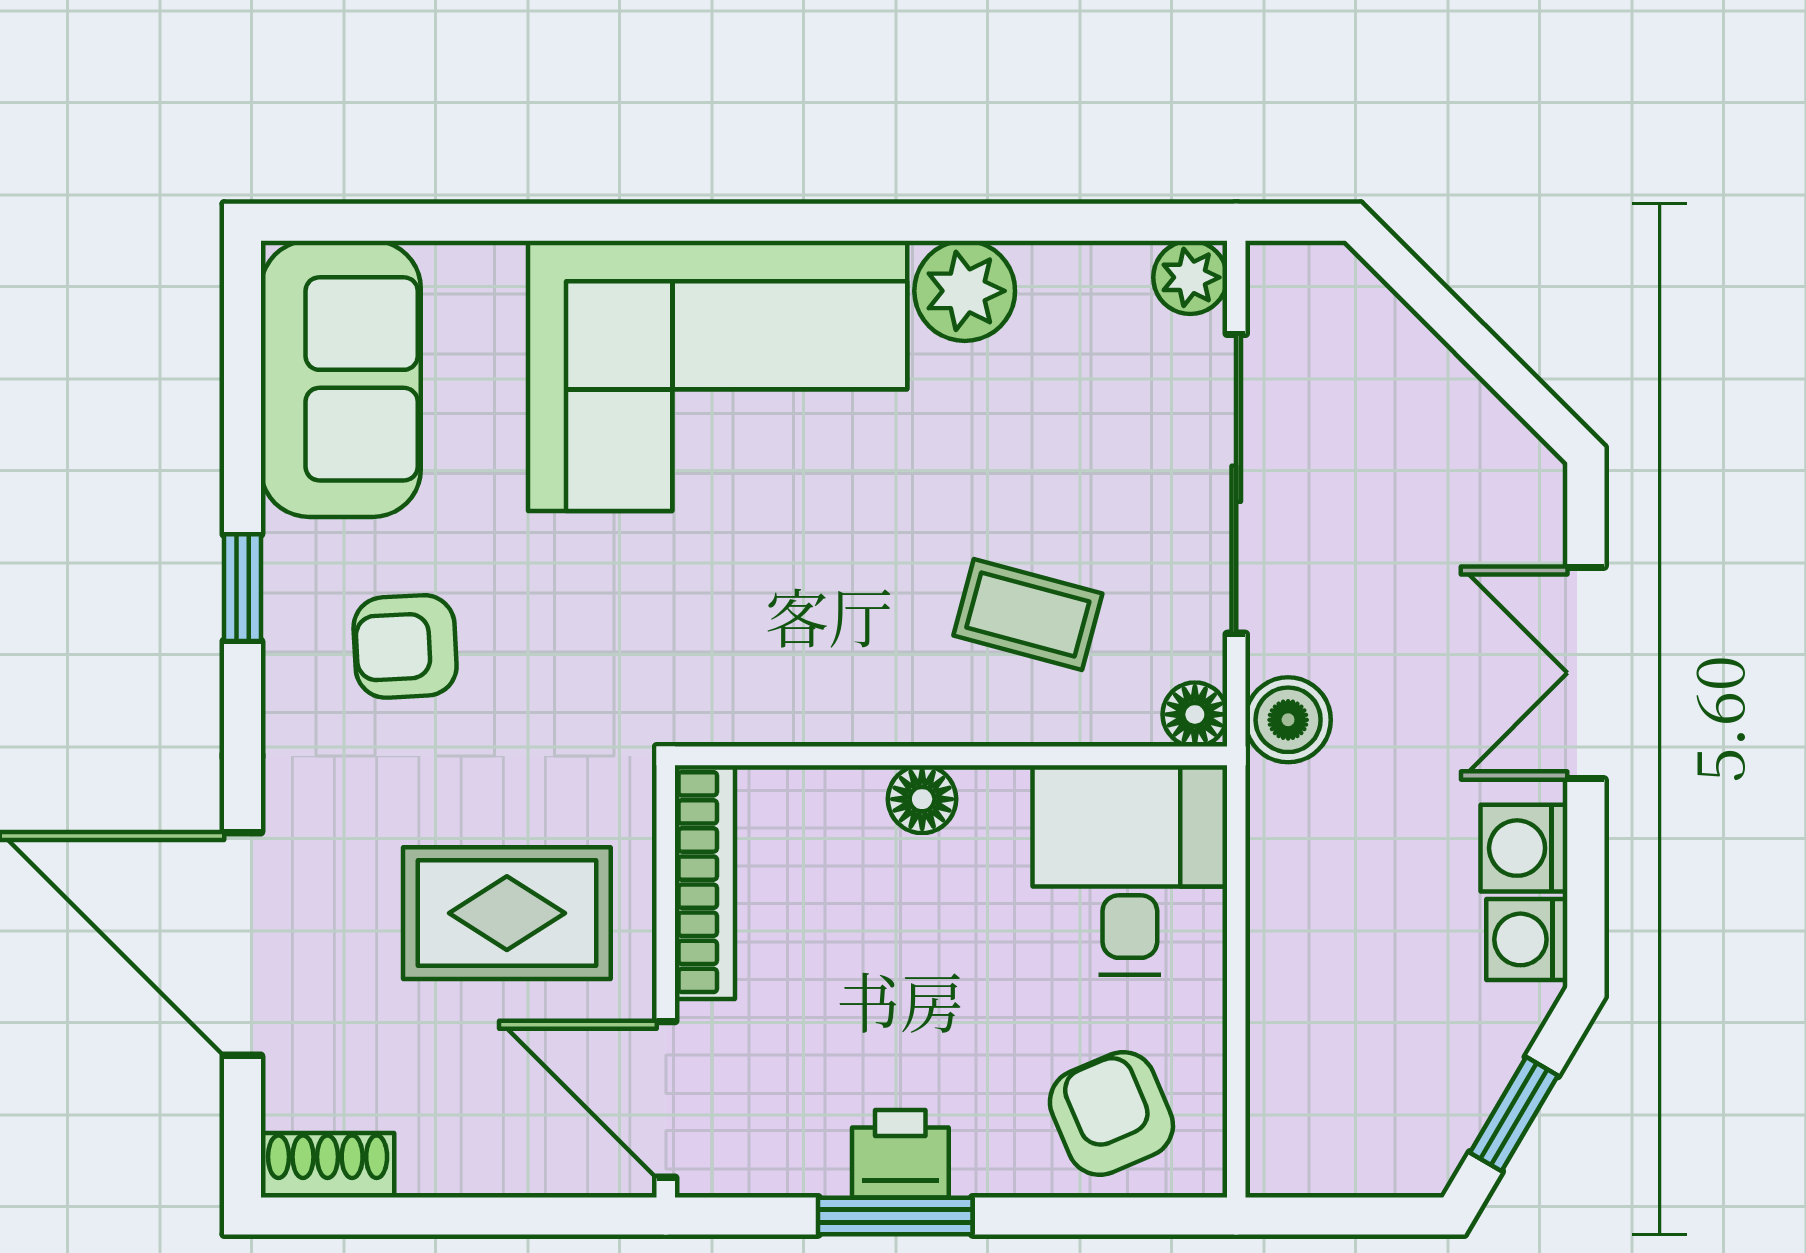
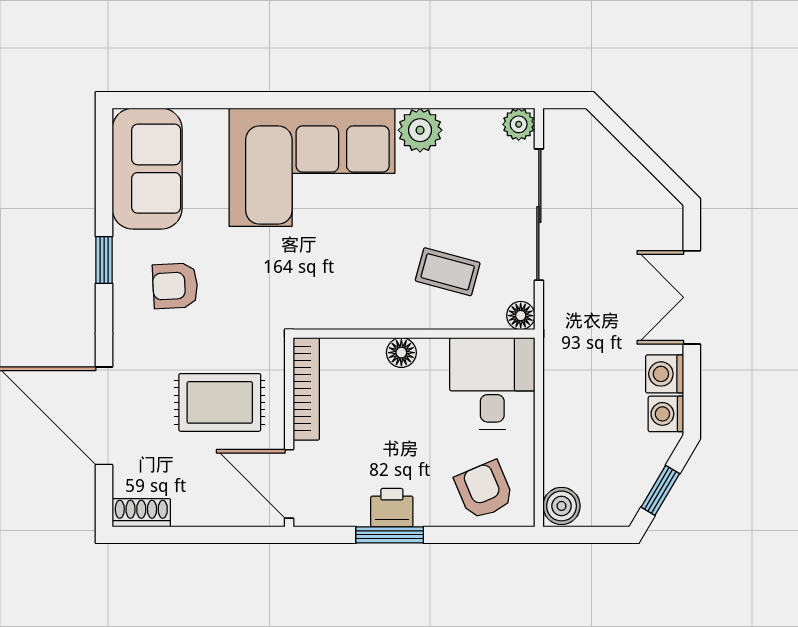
boiler: (1288, 720) -> (561, 506), moved

